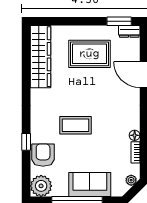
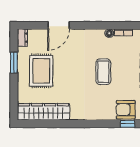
window: (119, 21) -> (14, 63), moved
coffee table: (75, 125) -> (103, 72), moved
window: (26, 142) -> (128, 124), moved

